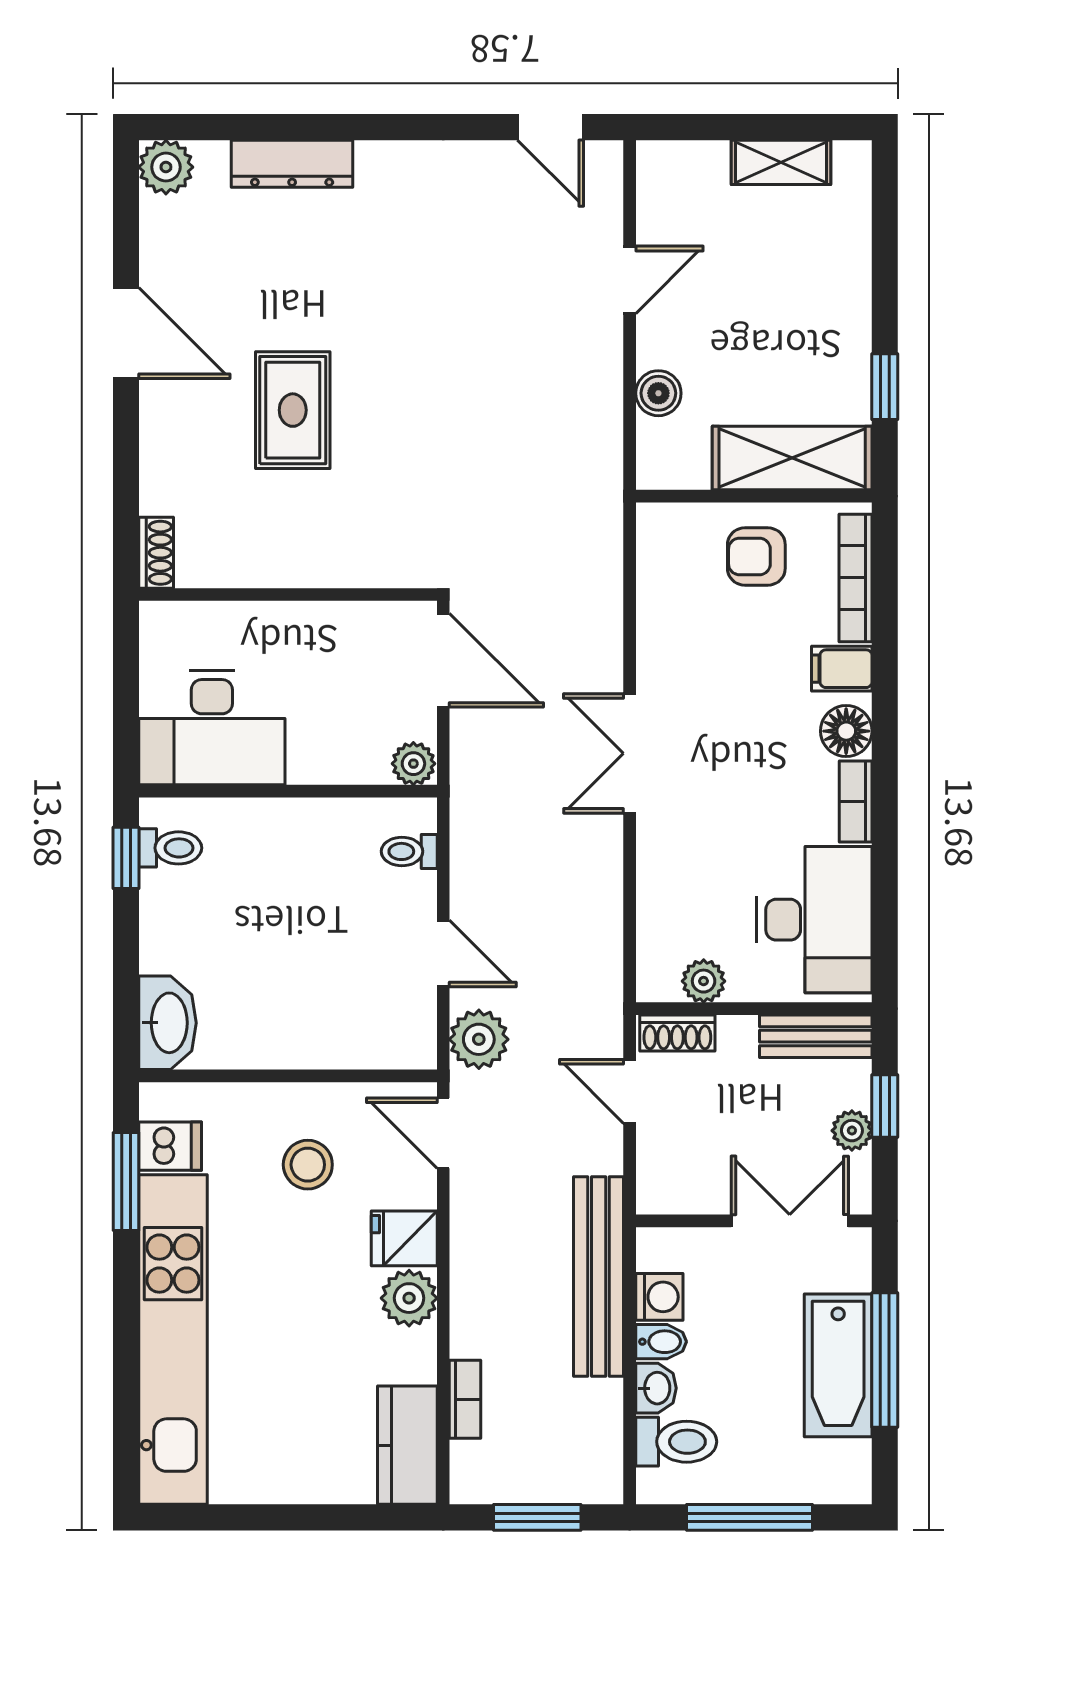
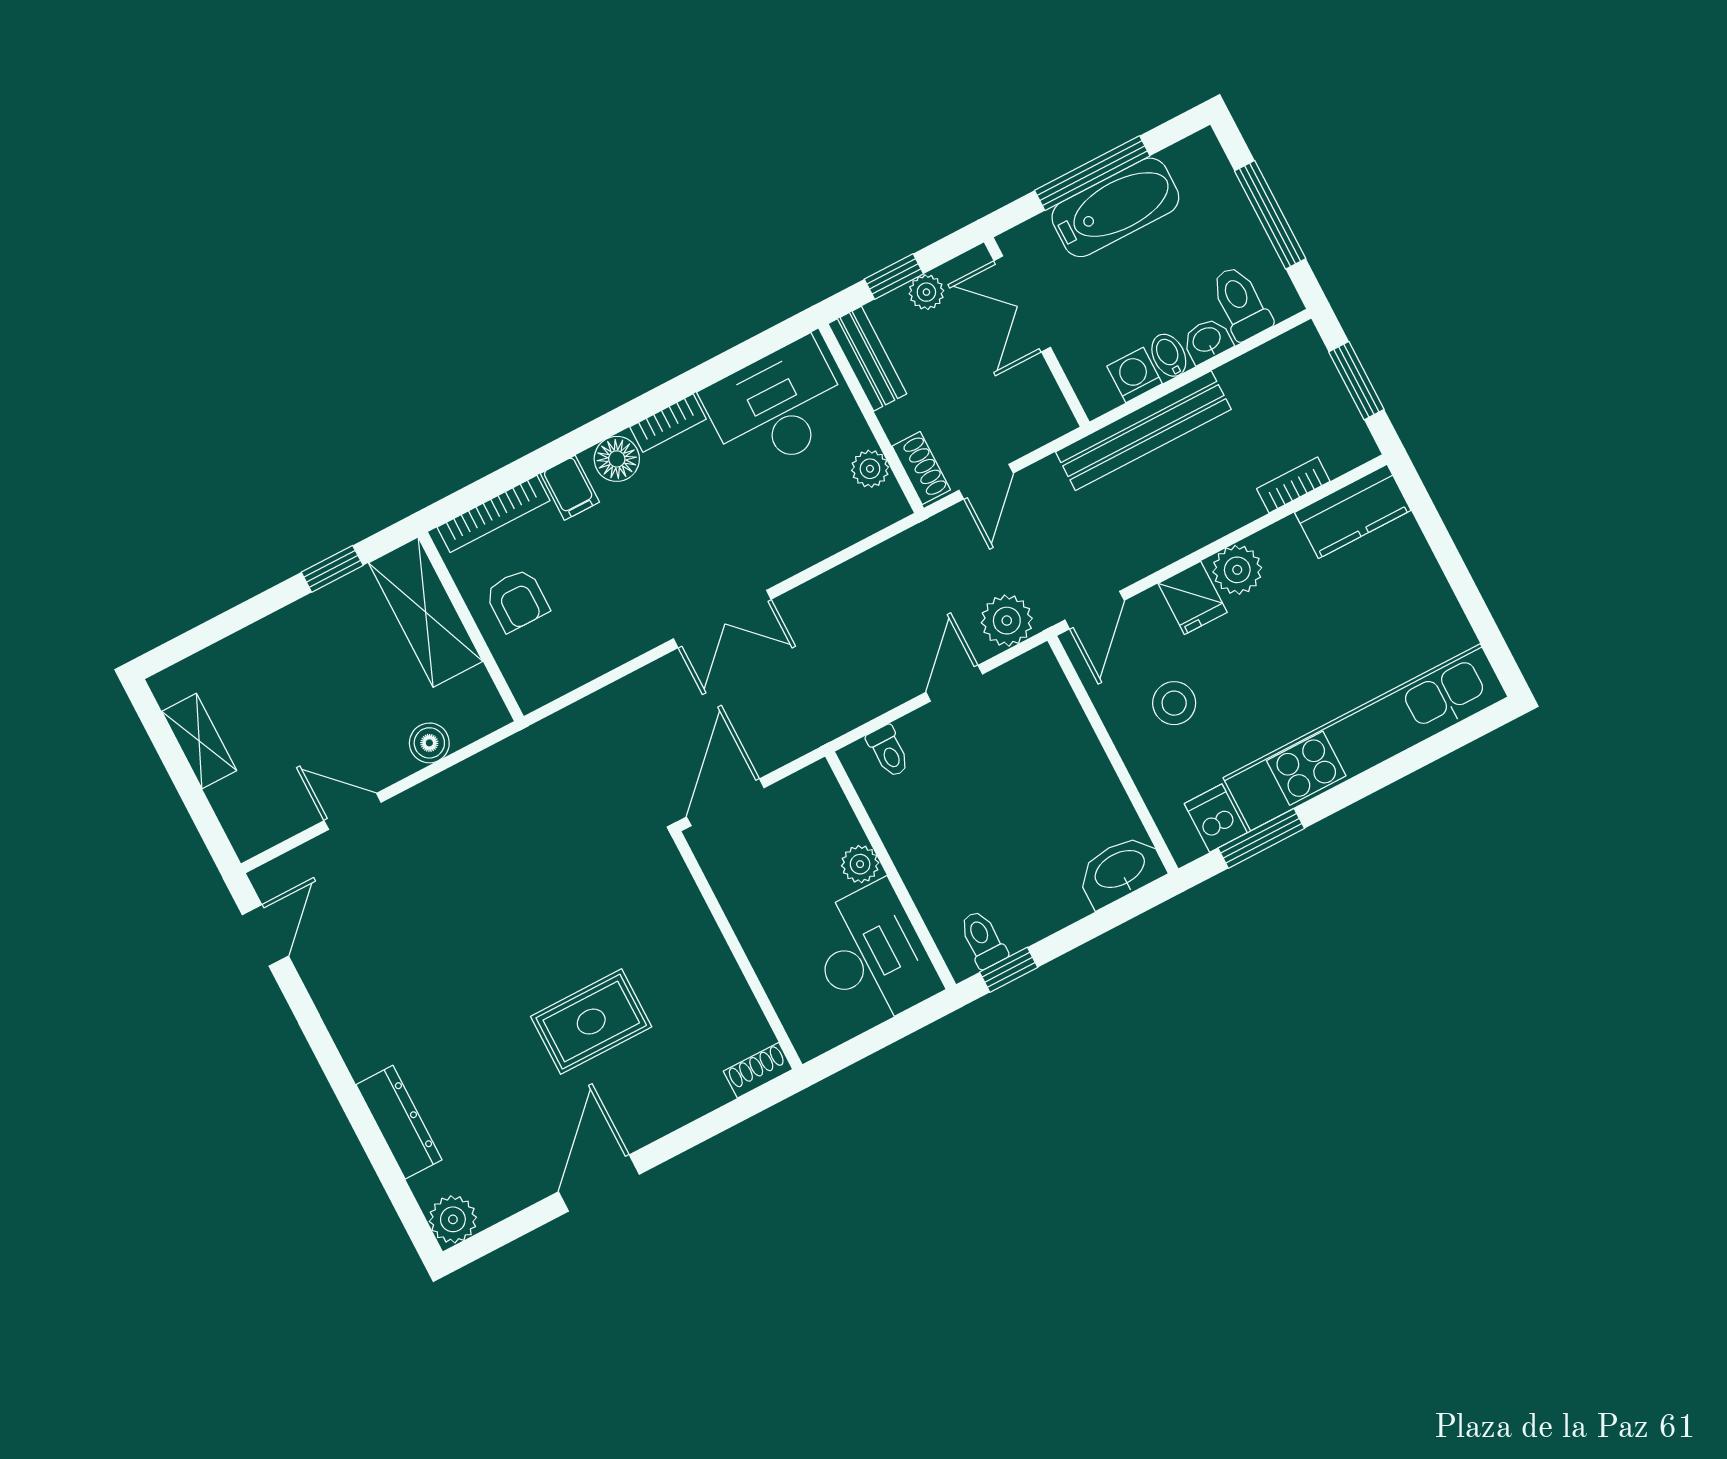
plant: (413, 764) -> (860, 864), moved

